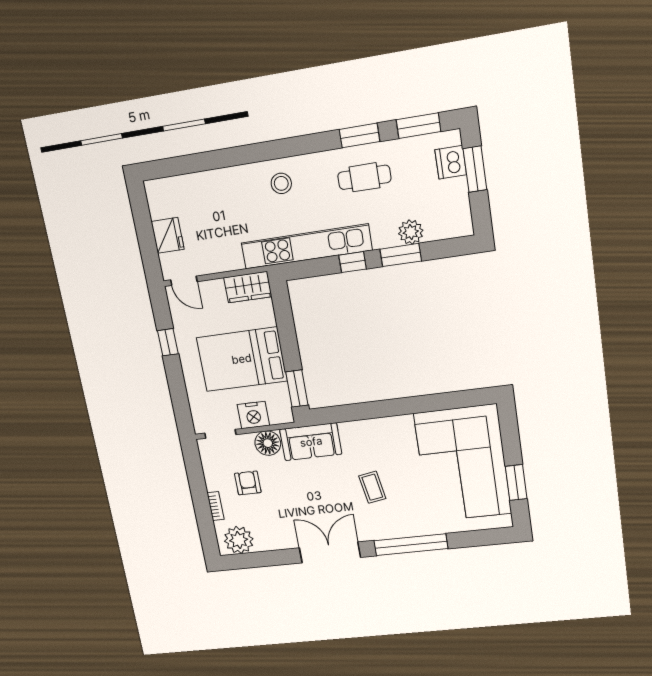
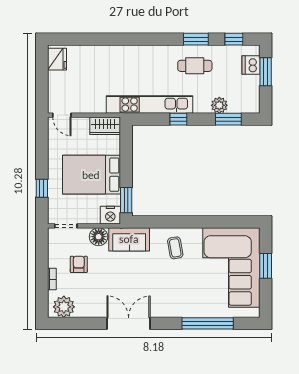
window: (418, 126) -> (234, 39), width x0.67
stool: (281, 183) -> (140, 61), removed
fridge: (168, 235) -> (57, 59), moved
window: (401, 255) -> (228, 119), moved
window: (168, 342) -> (42, 188), moved
nightstand: (253, 415) -> (110, 215), moved
window: (516, 483) -> (266, 266), moved
coffee table: (372, 487) -> (175, 248), moved
window: (411, 545) -> (208, 323), moved

